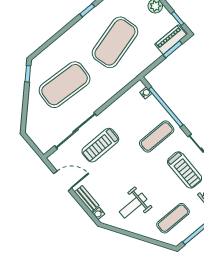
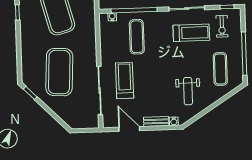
exercise mat: (157, 137) -> (137, 37), moved
treadmill: (100, 145) -> (125, 81), turned 180
door: (63, 181) -> (129, 129), hinge flipped

